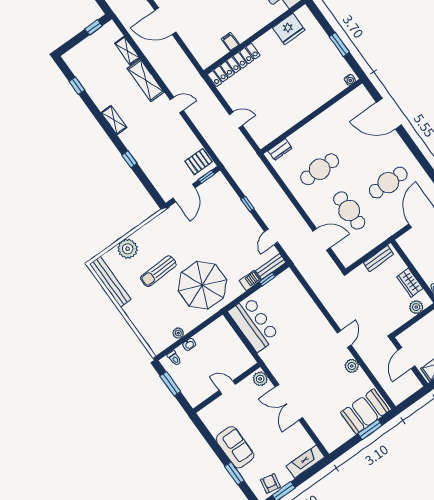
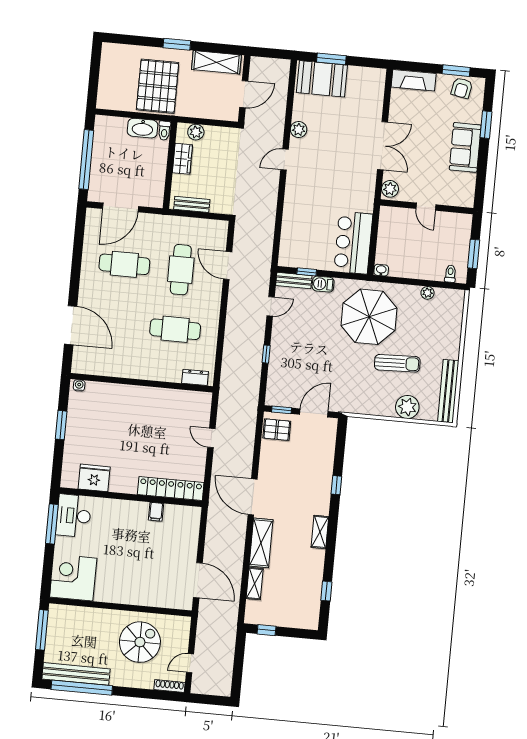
door: (177, 105) -> (253, 497), width x1.88
washbasin: (189, 344) -> (381, 270), moved

